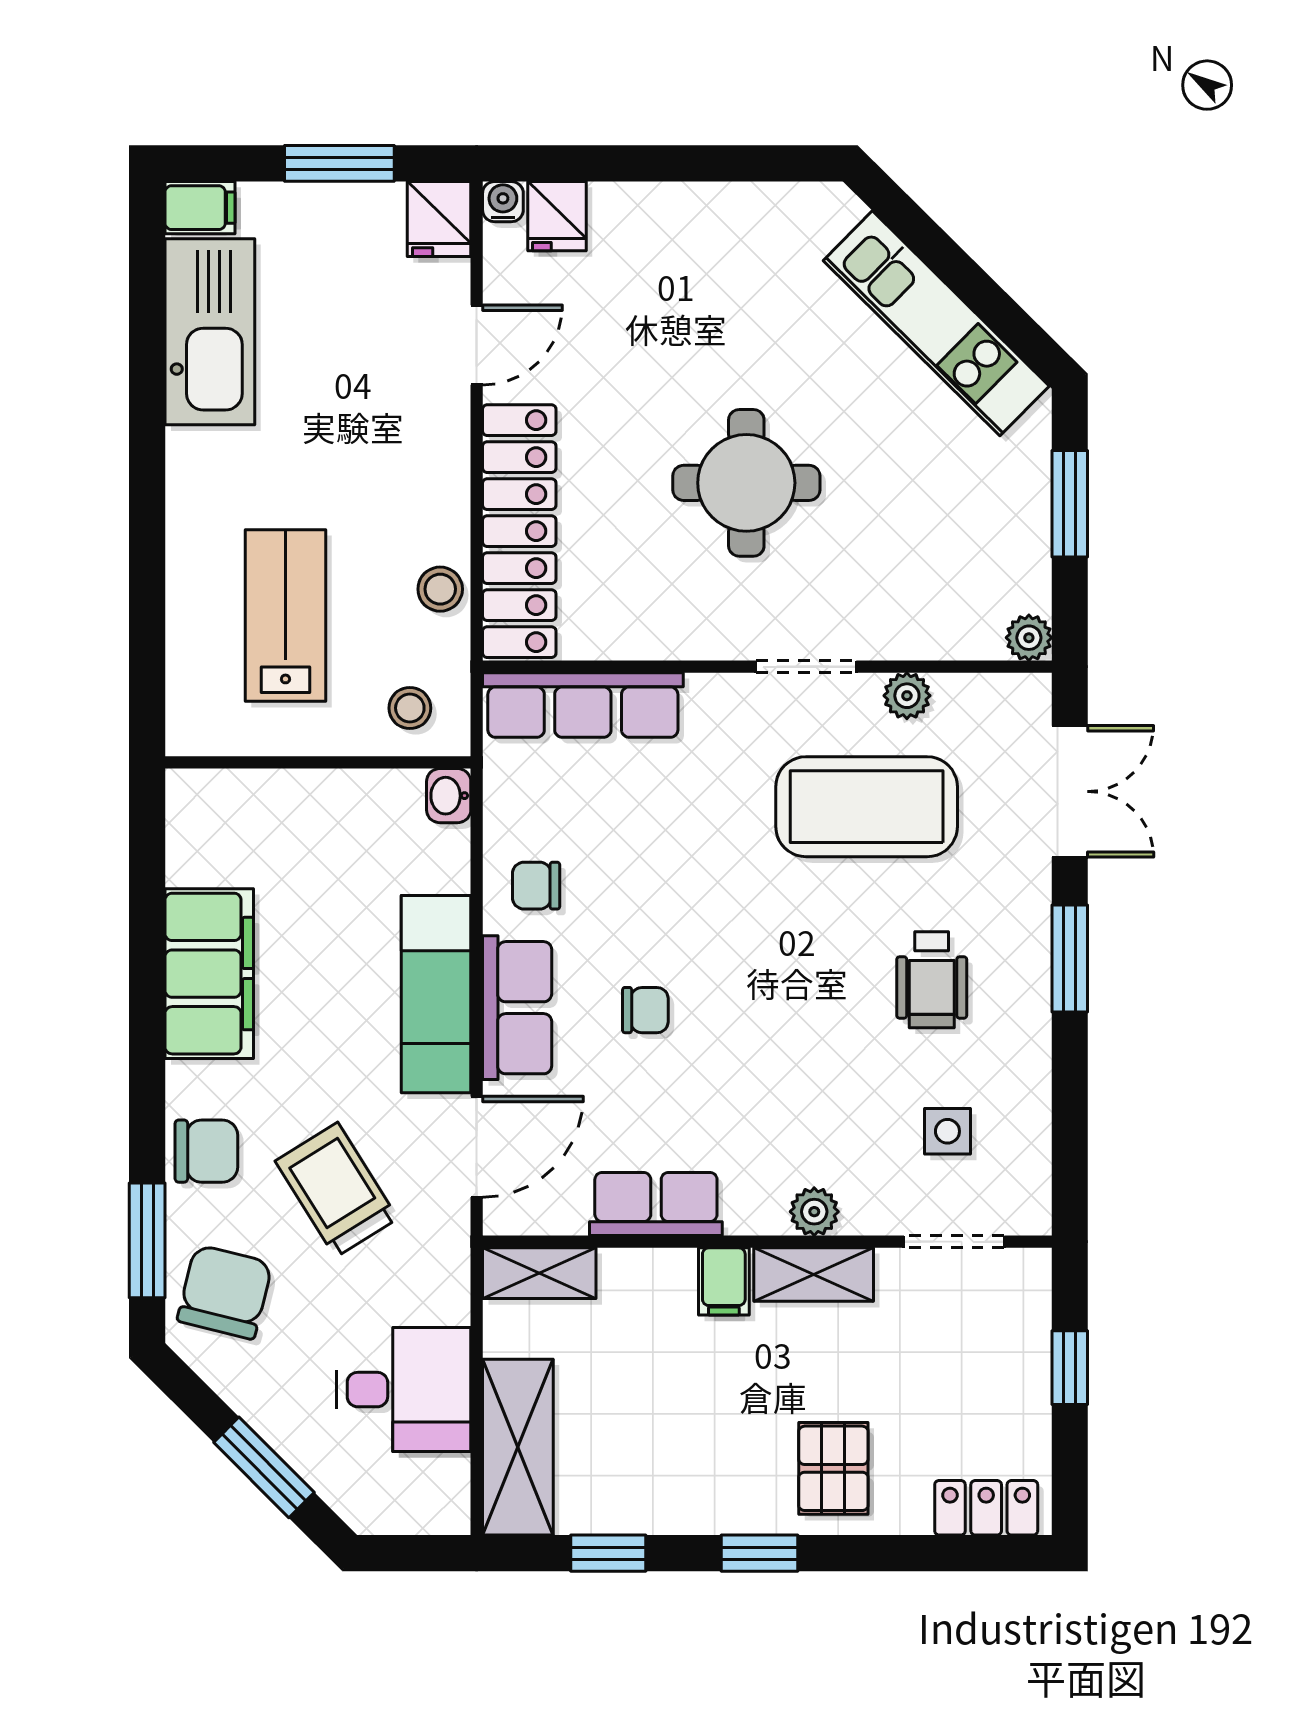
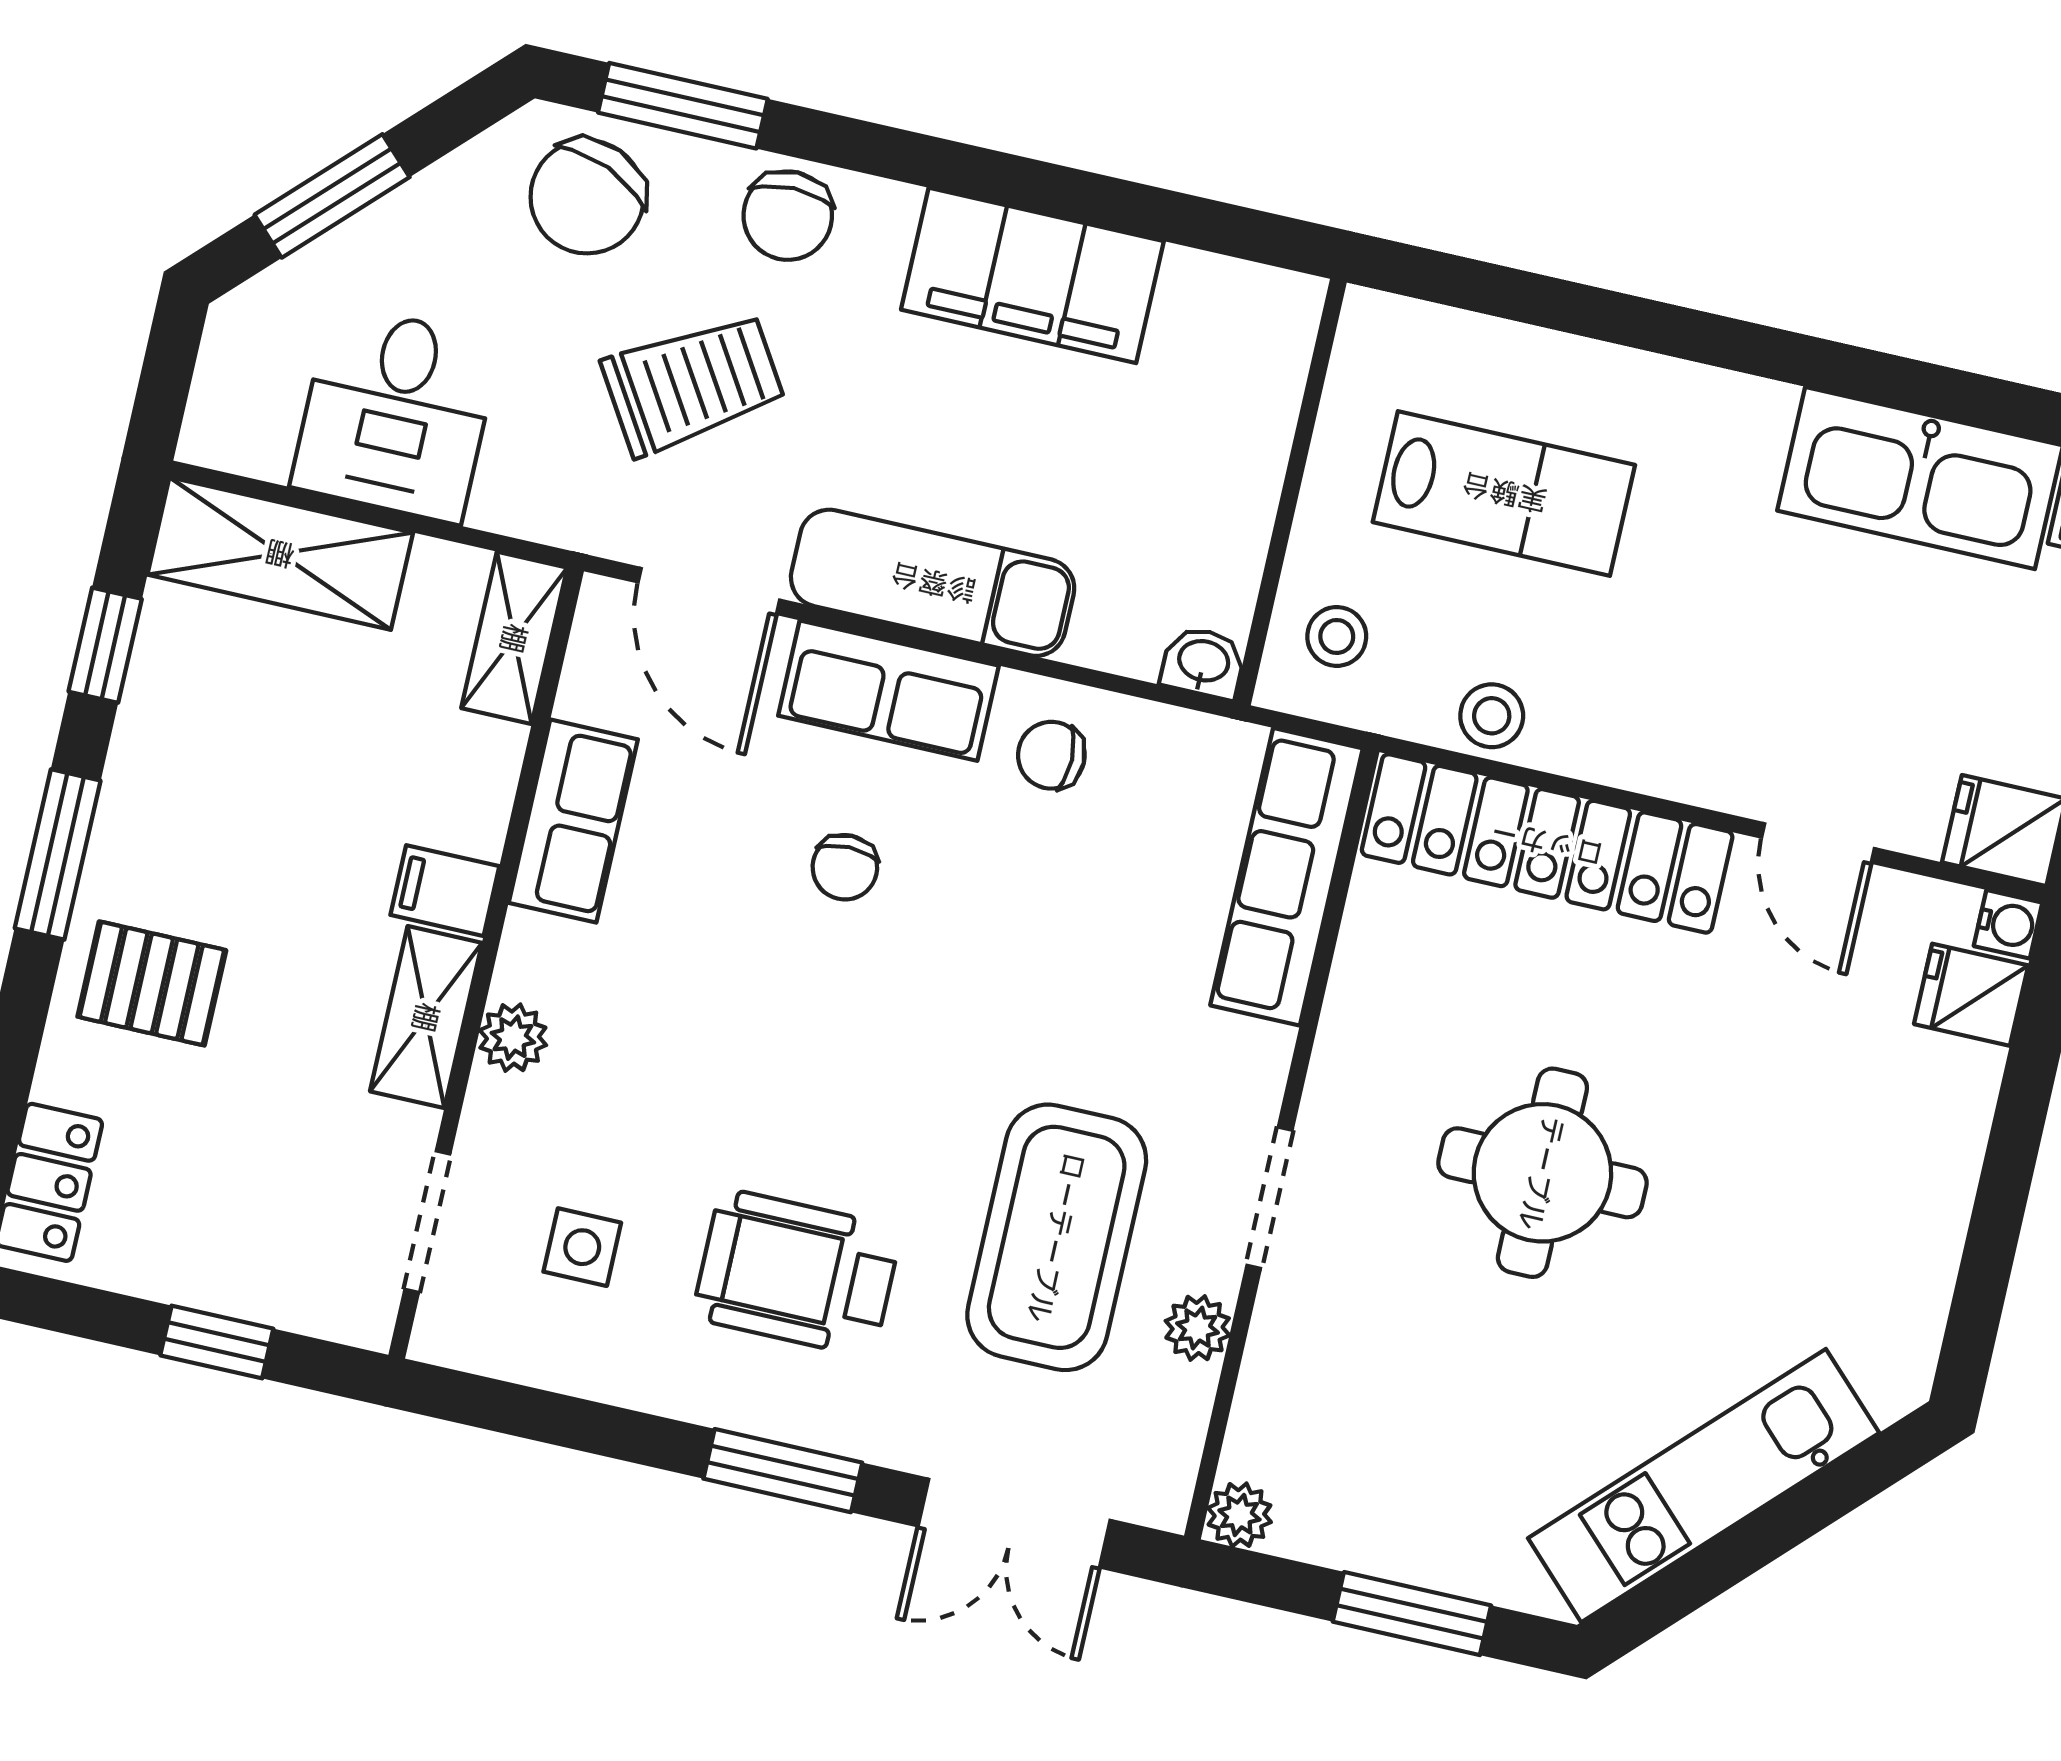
chair: (536, 886) -> (1051, 755), turned -90
wheelchair: (932, 980) -> (797, 1273), width x1.36, depth x1.37
chair: (225, 1292) -> (587, 197), turned 99
window: (759, 1553) -> (58, 854), width x1.50

